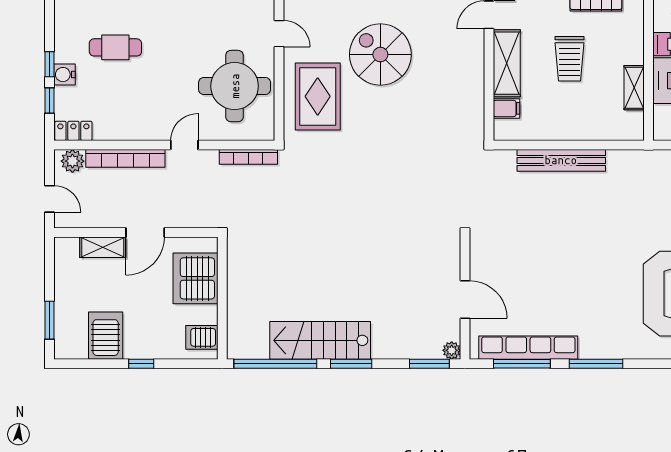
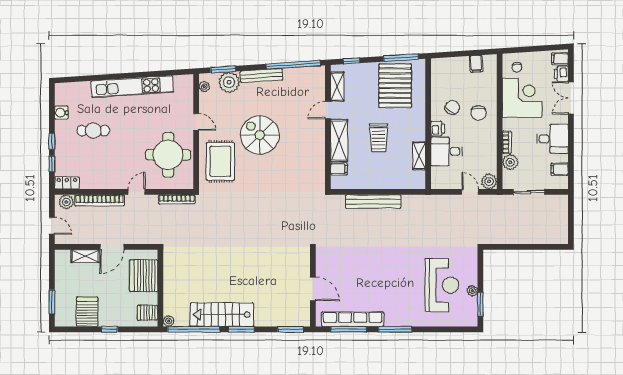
water cooler: (65, 75) -> (61, 113), moved
plant: (452, 350) -> (169, 321), moved

